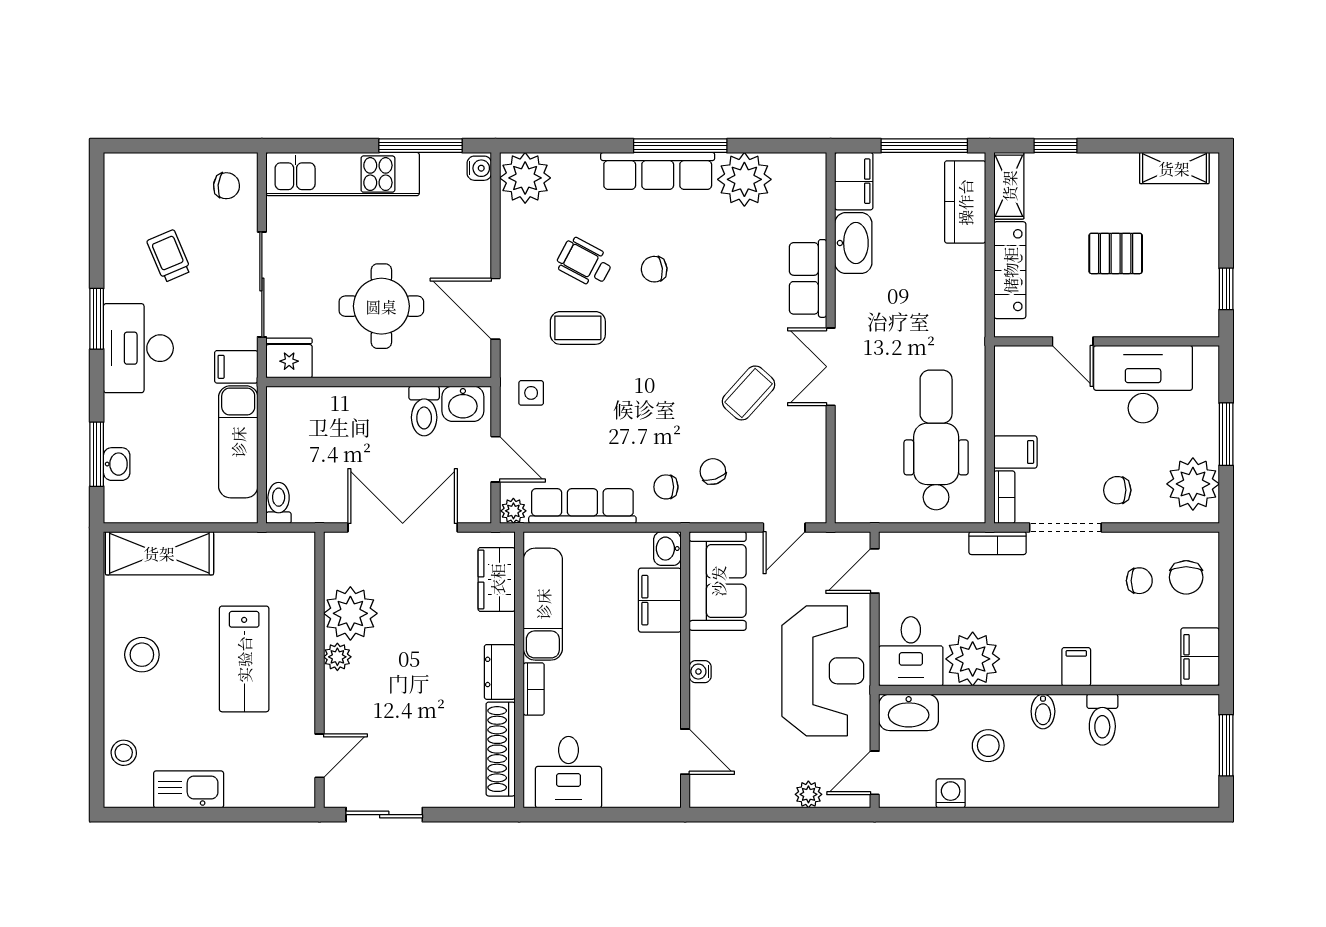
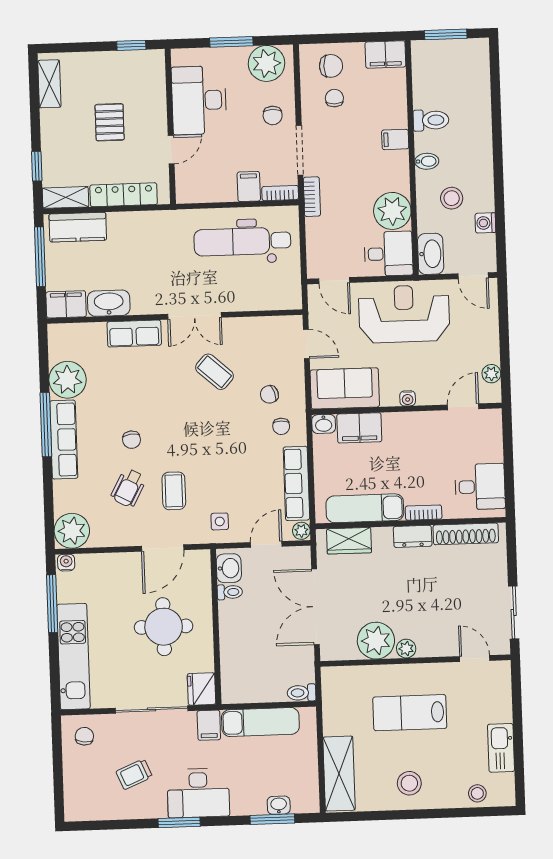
toilet: (424, 411) -> (230, 592), width x0.73, depth x0.72
lab bench: (244, 659) -> (410, 713), turned 180
plant: (808, 794) -> (491, 374), moved

